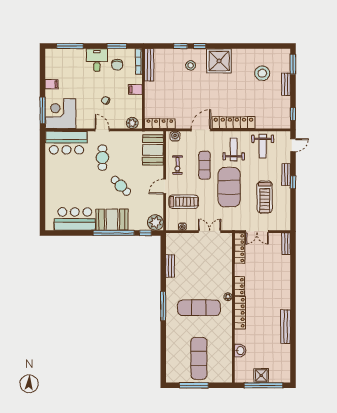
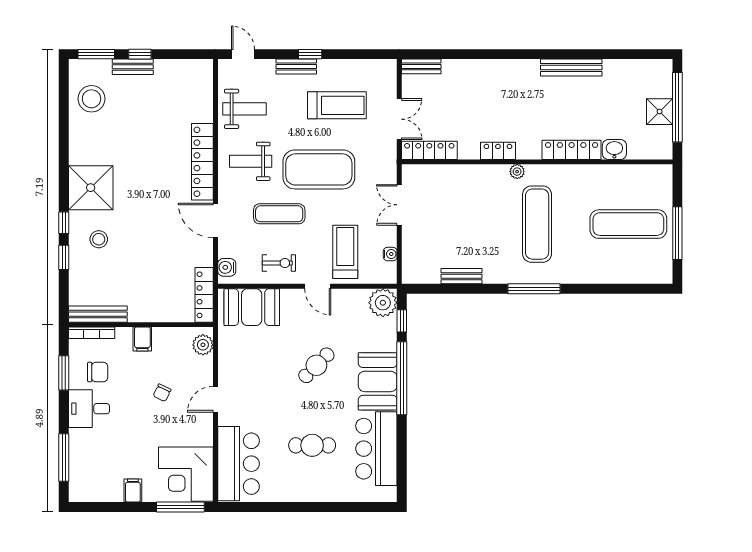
stool: (262, 73) -> (91, 99), moved
window: (293, 114) -> (140, 54), moved
cafe table: (102, 158) -> (312, 445), moved
locker: (240, 313) -> (572, 150), moved

